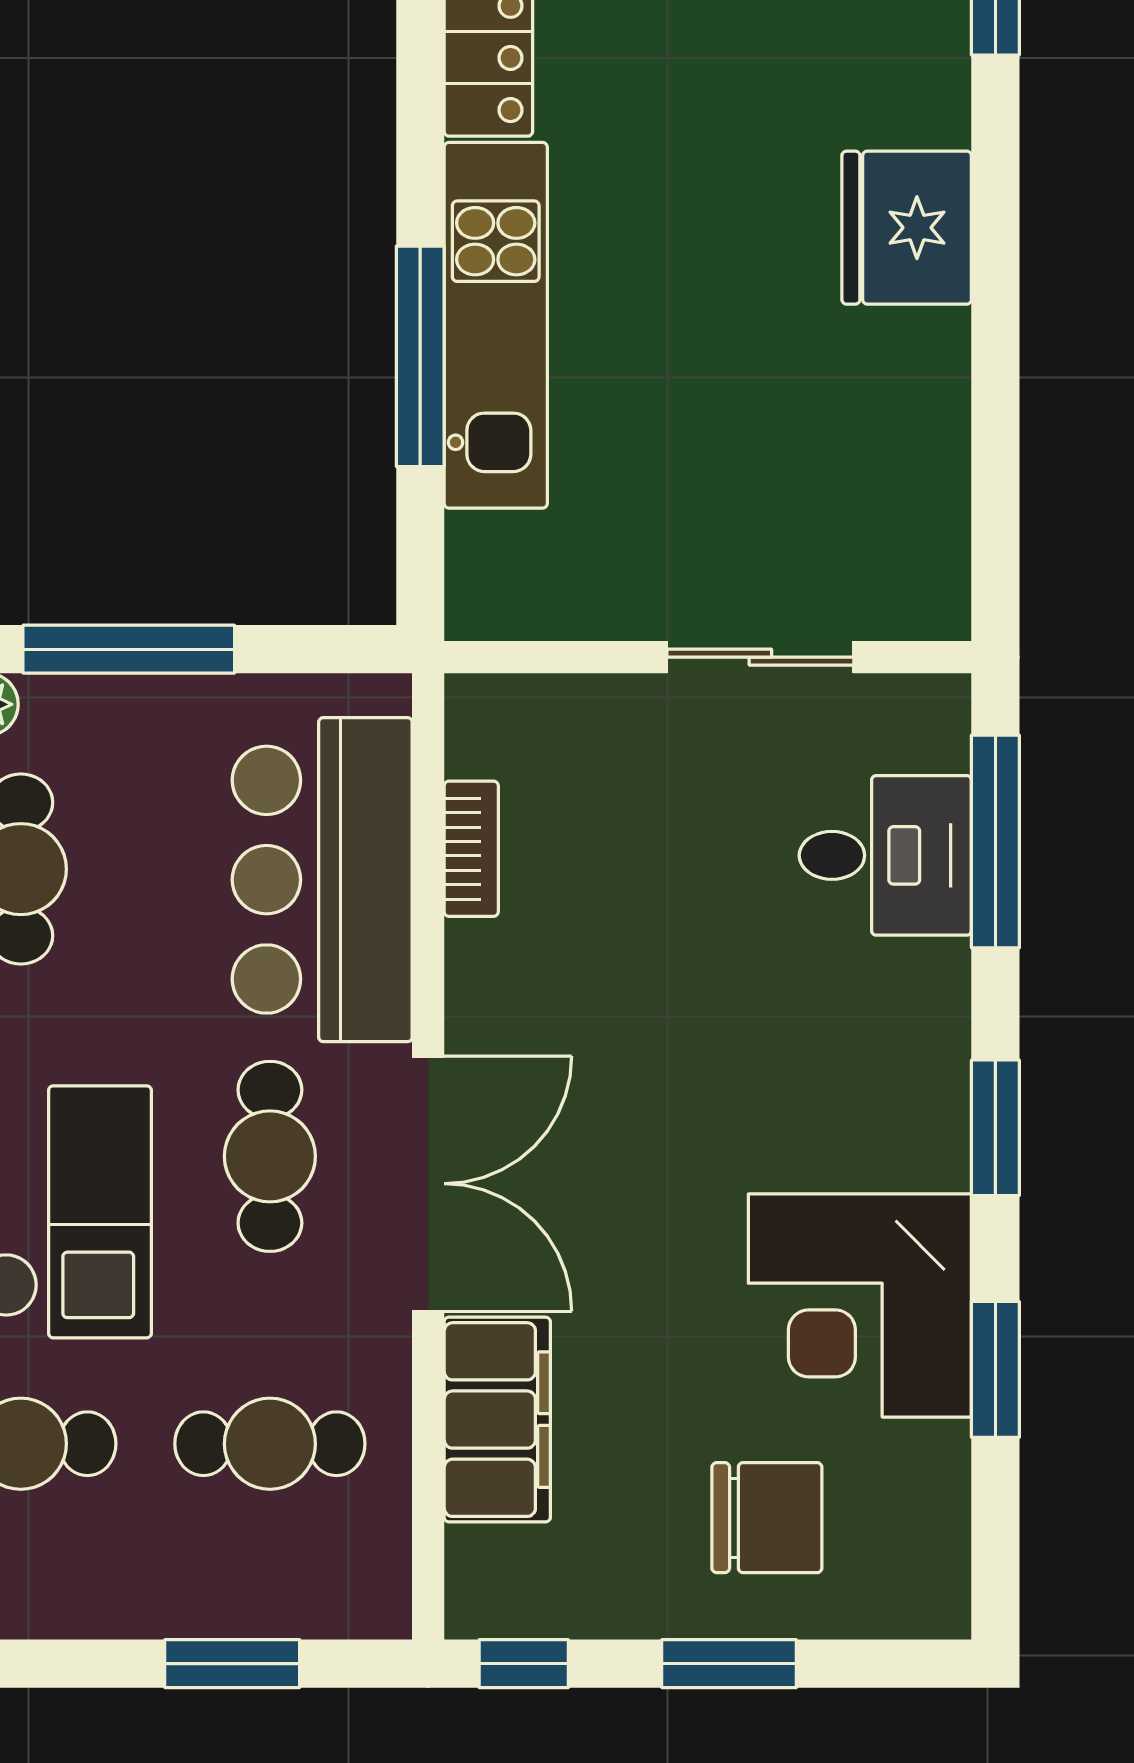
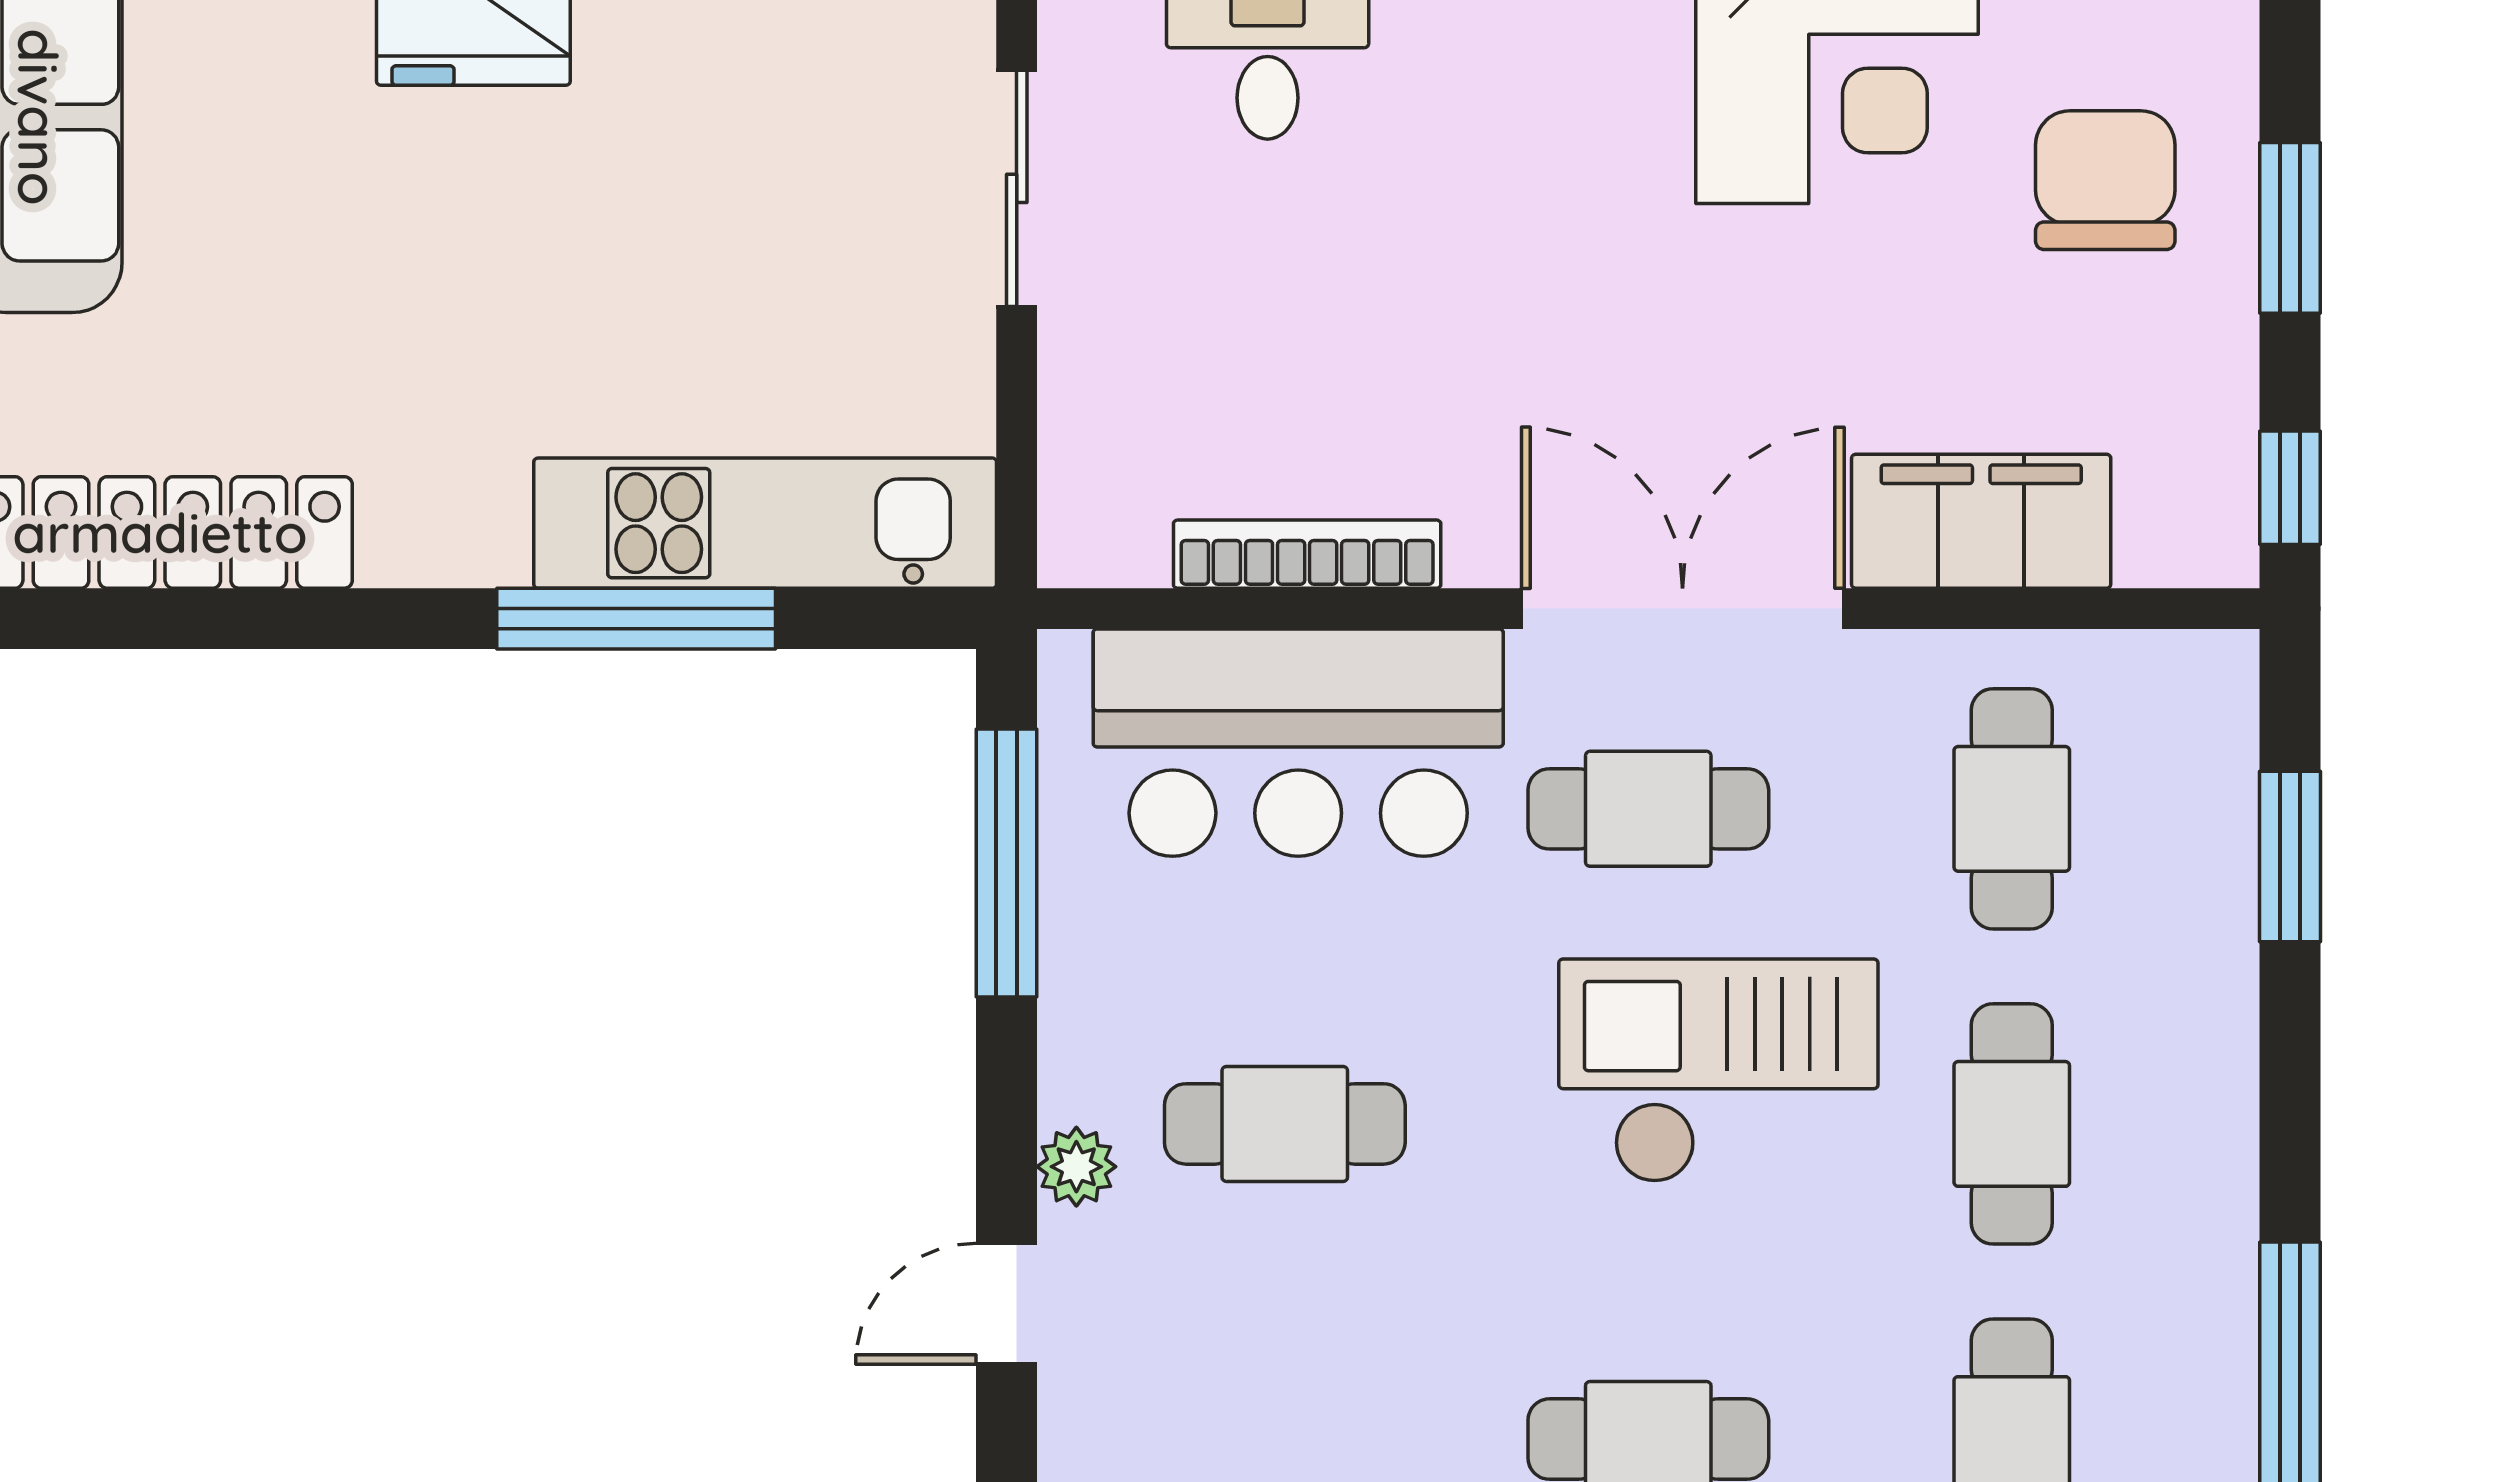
kitchen unit: (496, 325) -> (765, 523), moved
window: (129, 649) -> (1007, 863), moved
bookcase: (471, 849) -> (1307, 554), width x1.56

